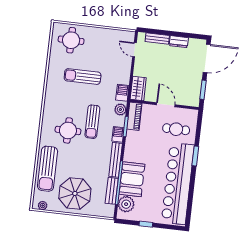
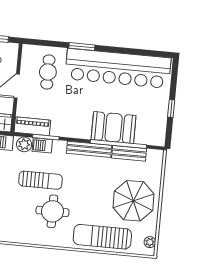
barbecue: (118, 134) -> (42, 145), moved
sun lounger: (48, 169) -> (102, 237), turned 180
plant: (126, 204) -> (146, 134), removed

